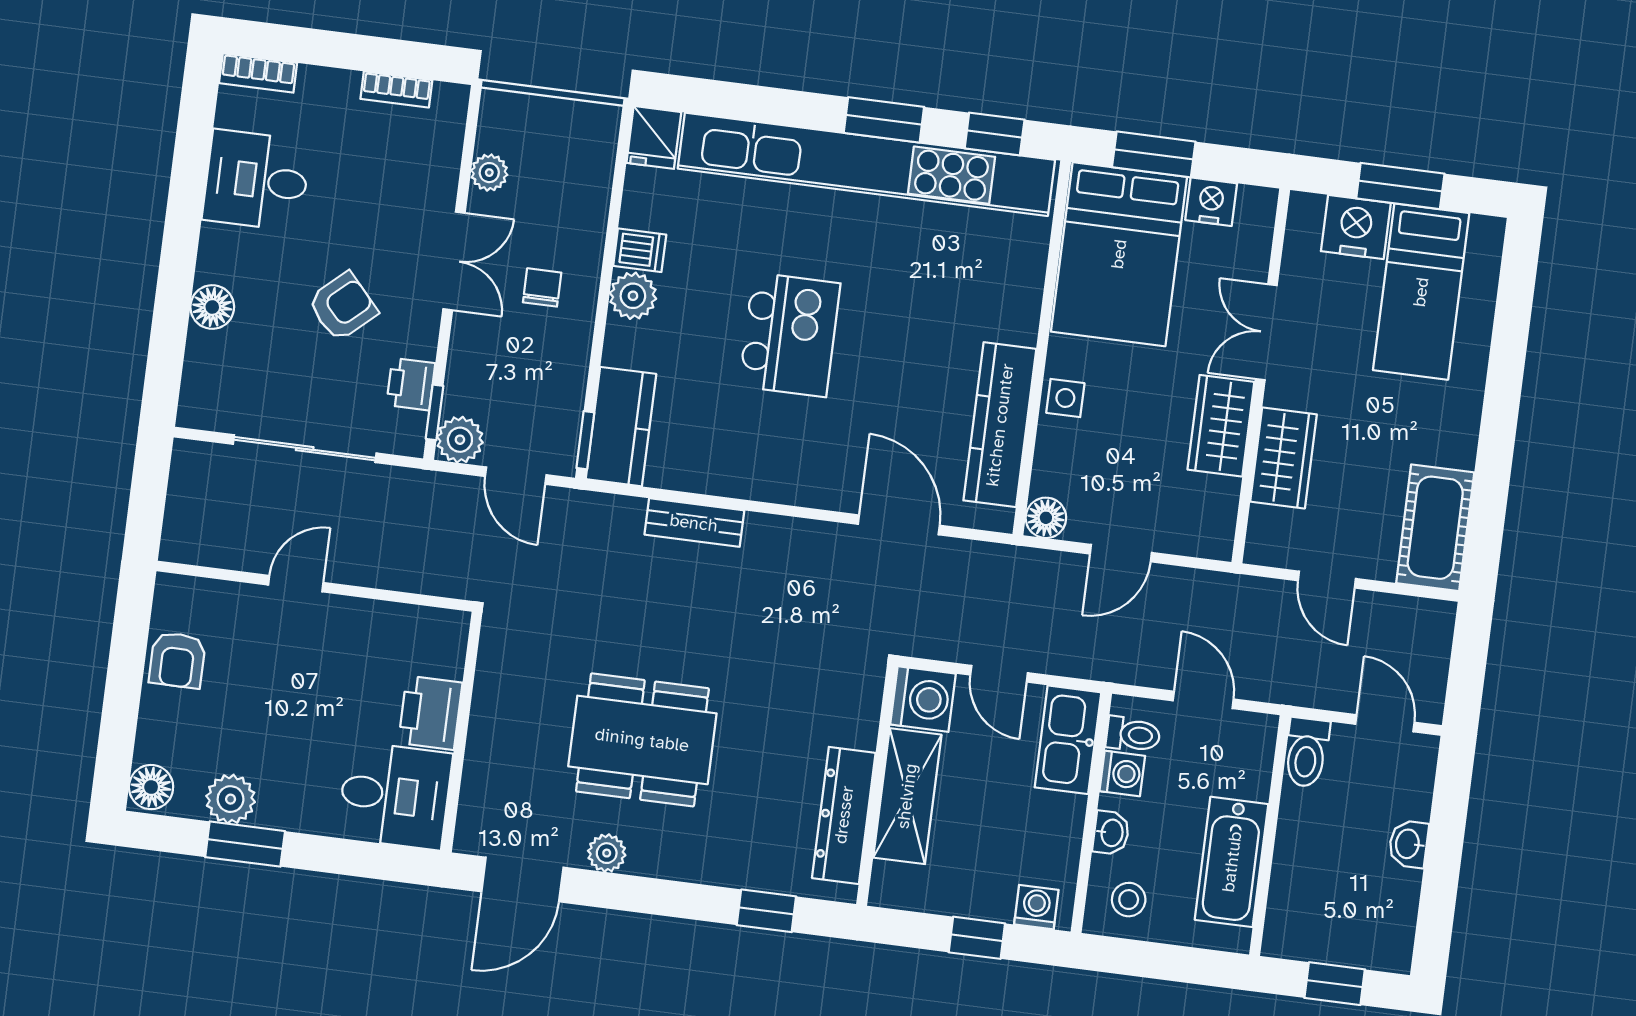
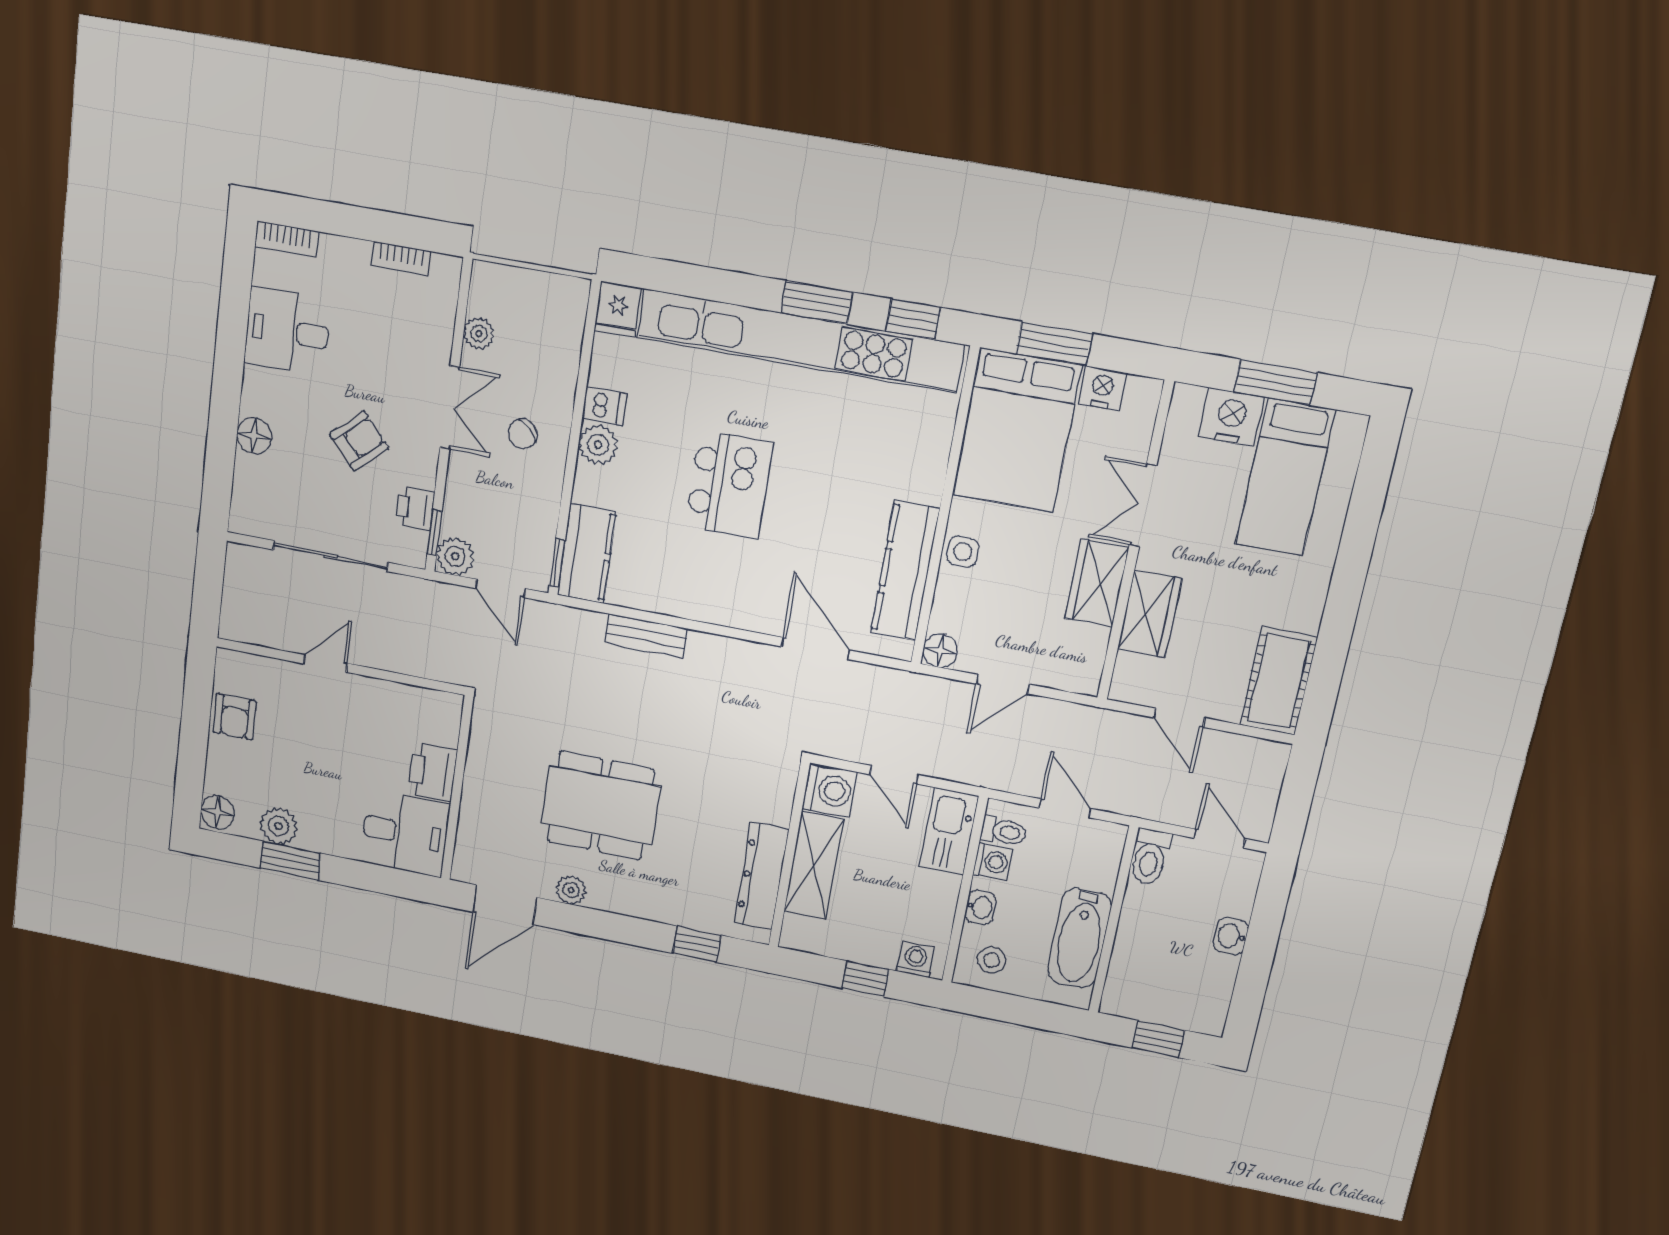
chair: (542, 287) -> (523, 434), turned -135

